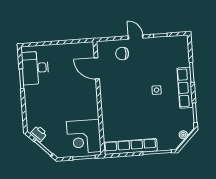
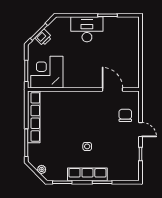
door: (136, 37) -> (141, 130), hinge flipped
desk: (35, 68) -> (87, 29), moved
door: (97, 68) -> (113, 90), hinge flipped
printer: (39, 134) -> (44, 37), moved

